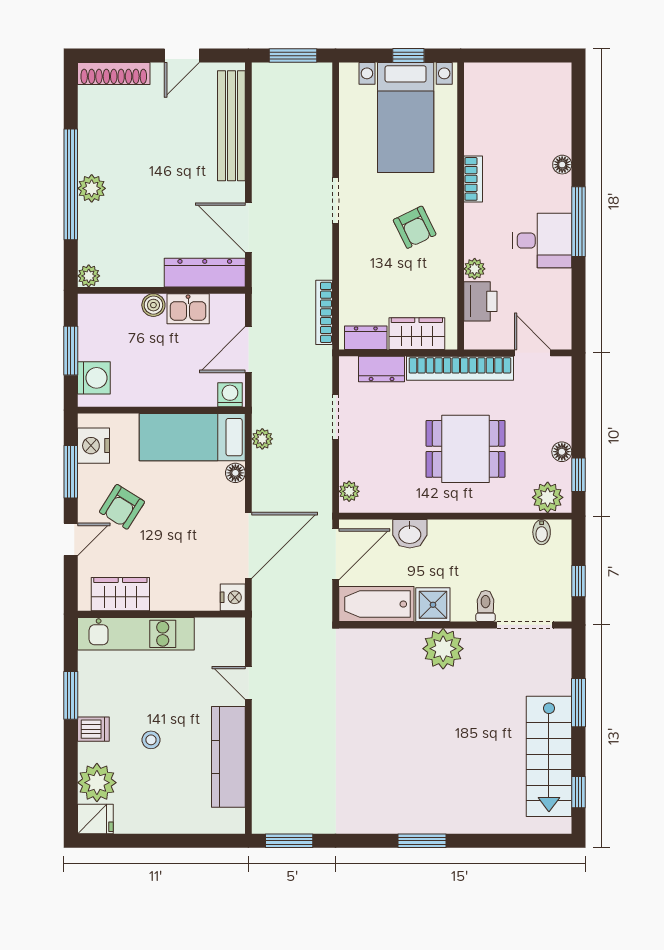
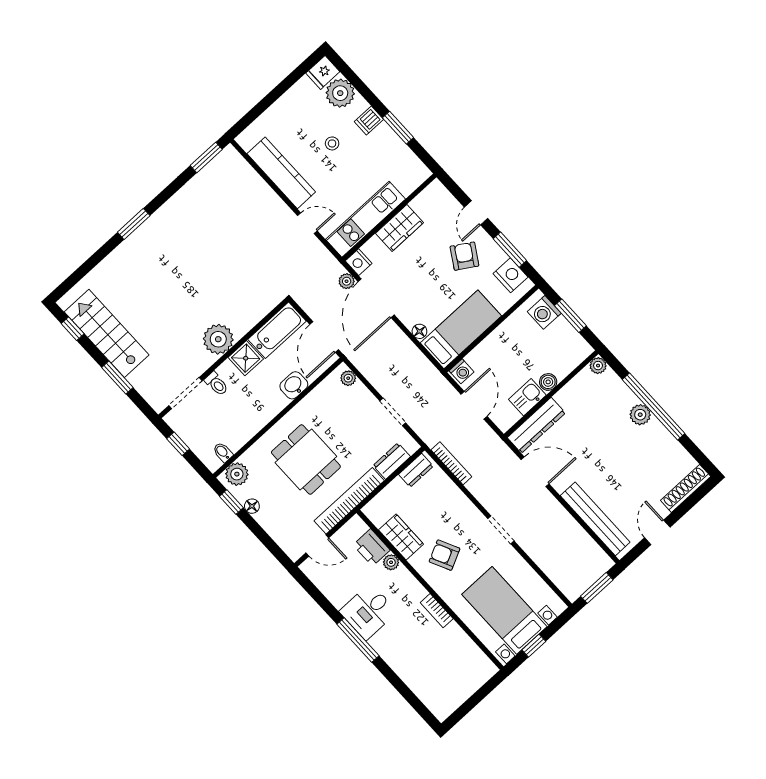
floor lamp: (562, 165) -> (395, 663), removed
wardrobe: (417, 334) -> (401, 537), moved, turned -90
plant: (262, 439) -> (347, 281), moved
dining table: (465, 449) -> (306, 460), turned 90
wardrobe: (120, 594) -> (399, 228), moved
kitchen unit: (136, 634) -> (365, 219), moved

